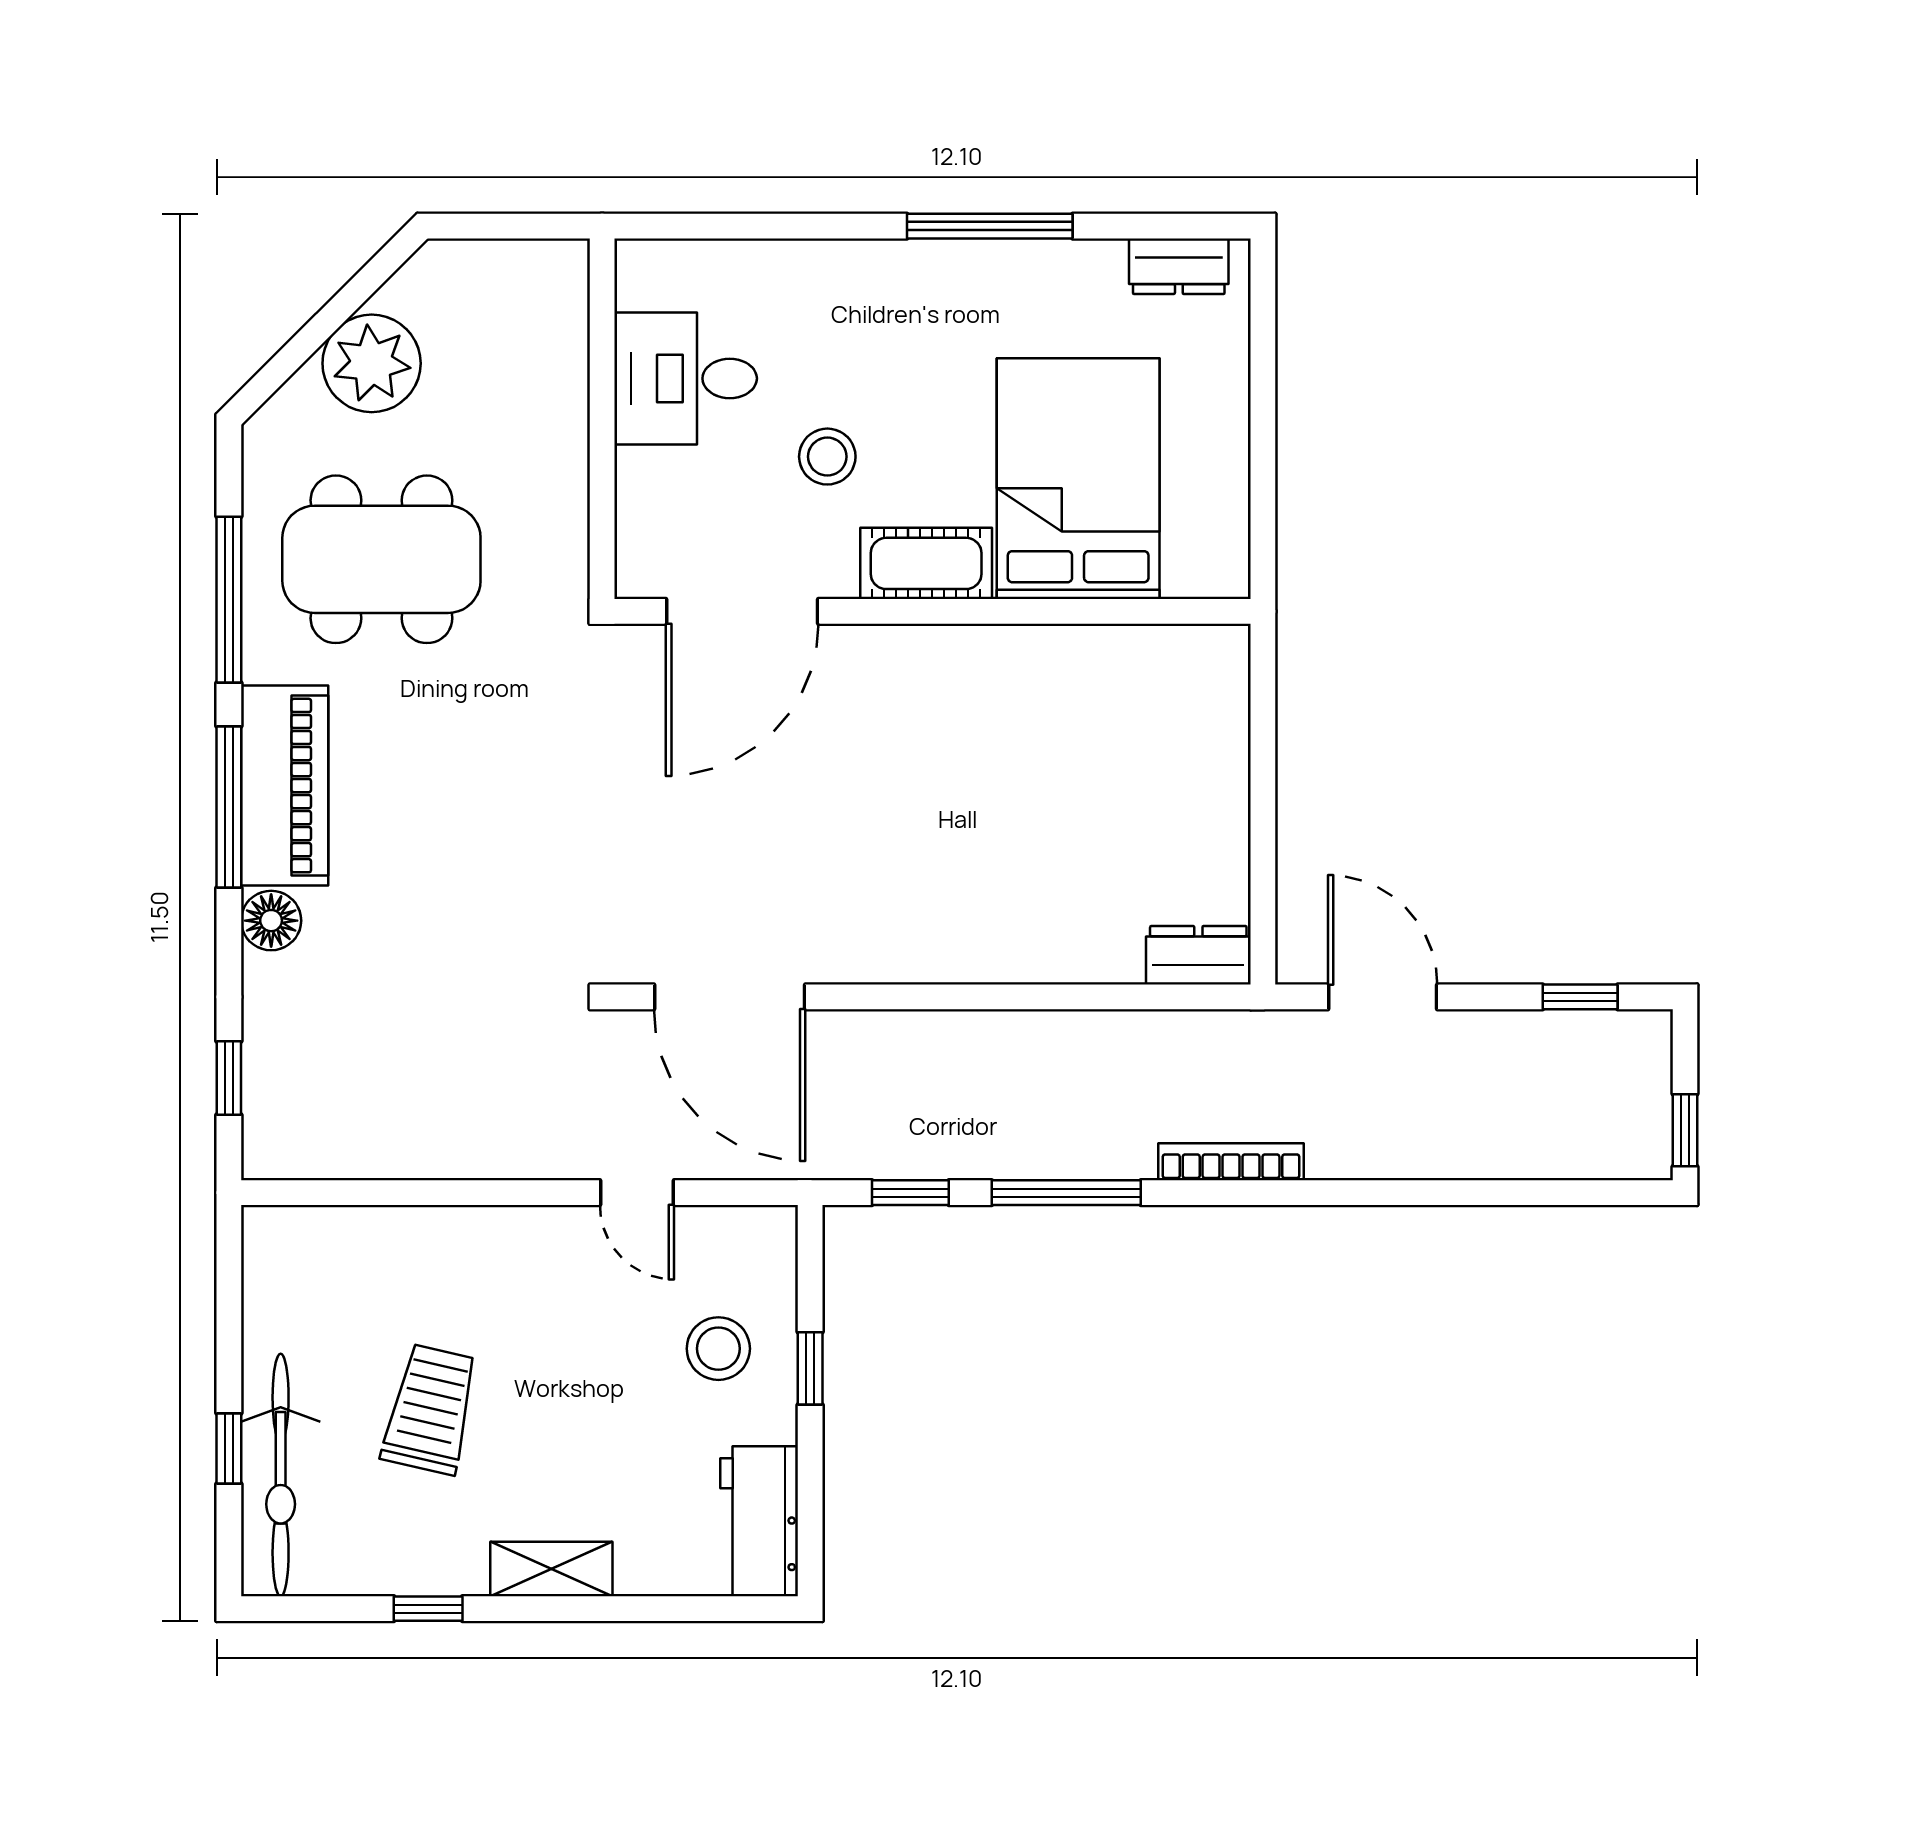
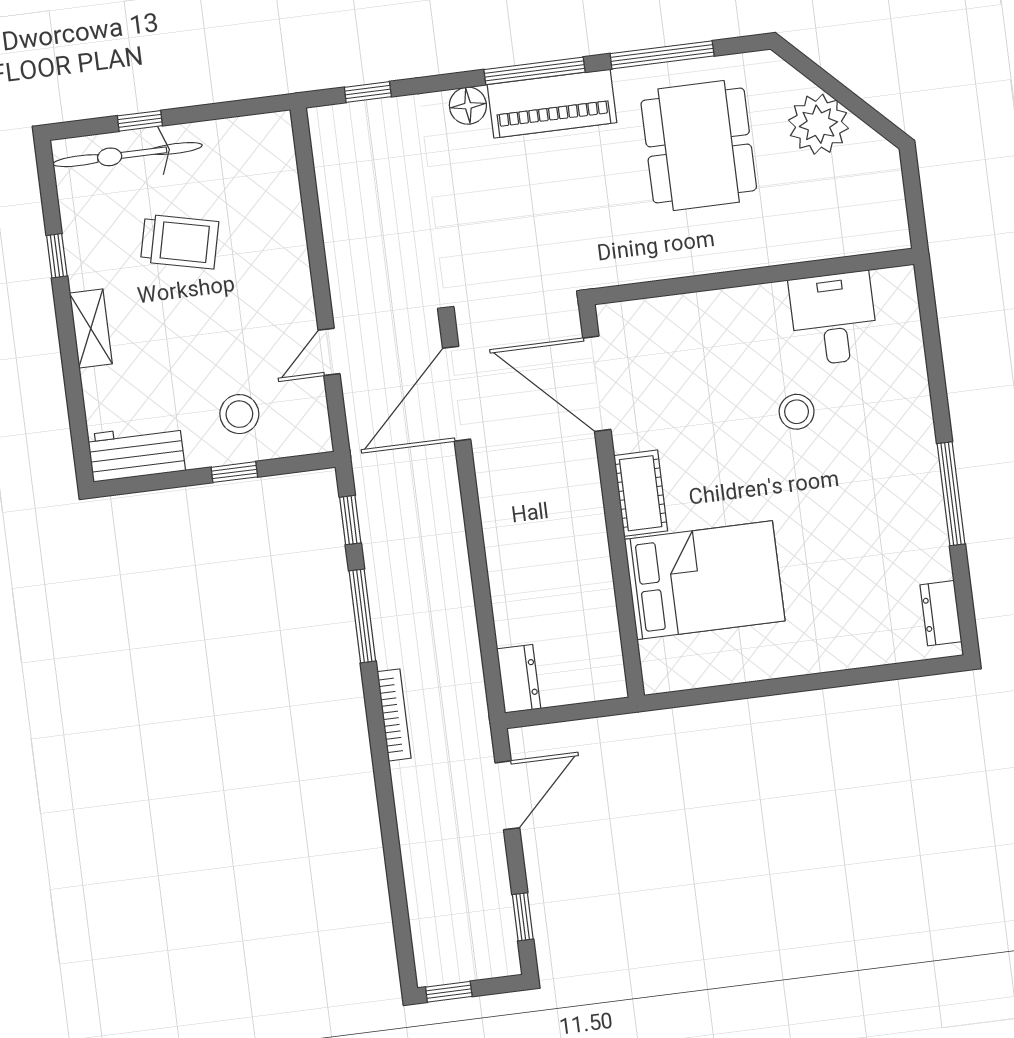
bed: (1078, 479) -> (705, 580), moved
cot: (926, 563) -> (641, 493), moved
door: (742, 611) -> (597, 384), moved
wall: (933, 611) -> (612, 501), moved

